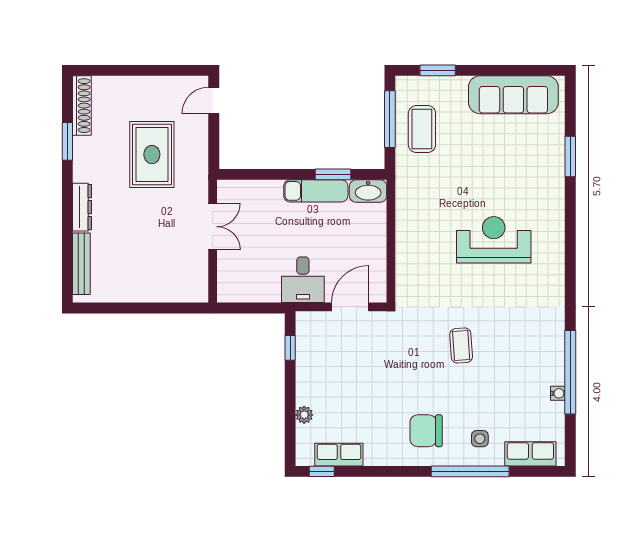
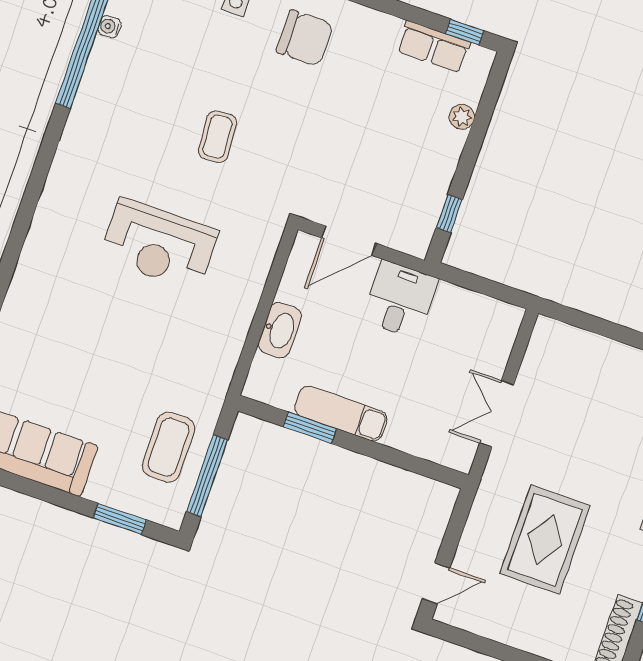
washbasin: (368, 191) -> (280, 330), moved, turned 90
reception desk: (494, 240) -> (159, 244), moved

